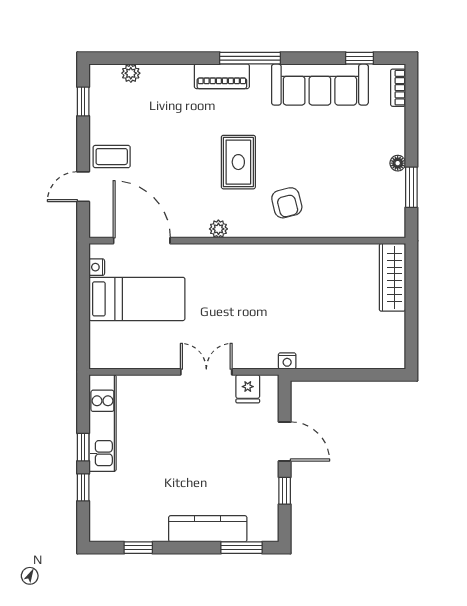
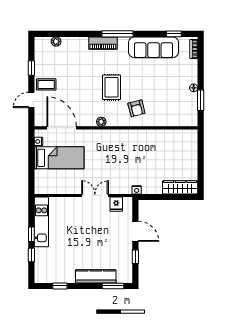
window: (83, 102) -> (31, 68), moved
wardrobe: (392, 277) -> (180, 187), moved, turned 90

